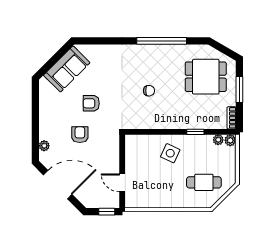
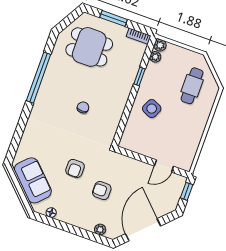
dining table: (206, 77) -> (89, 47), turned 90
floor lamp: (44, 96) -> (51, 213), added

